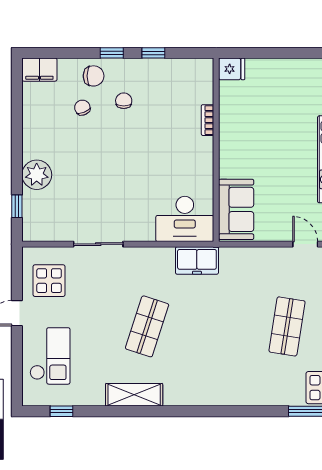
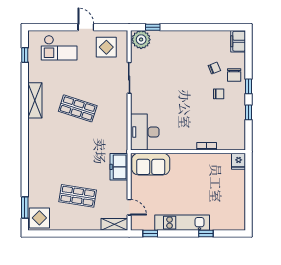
plant: (37, 175) -> (141, 40), moved
door: (305, 244) -> (129, 207), hinge flipped
freezer: (197, 260) -> (119, 167), moved

